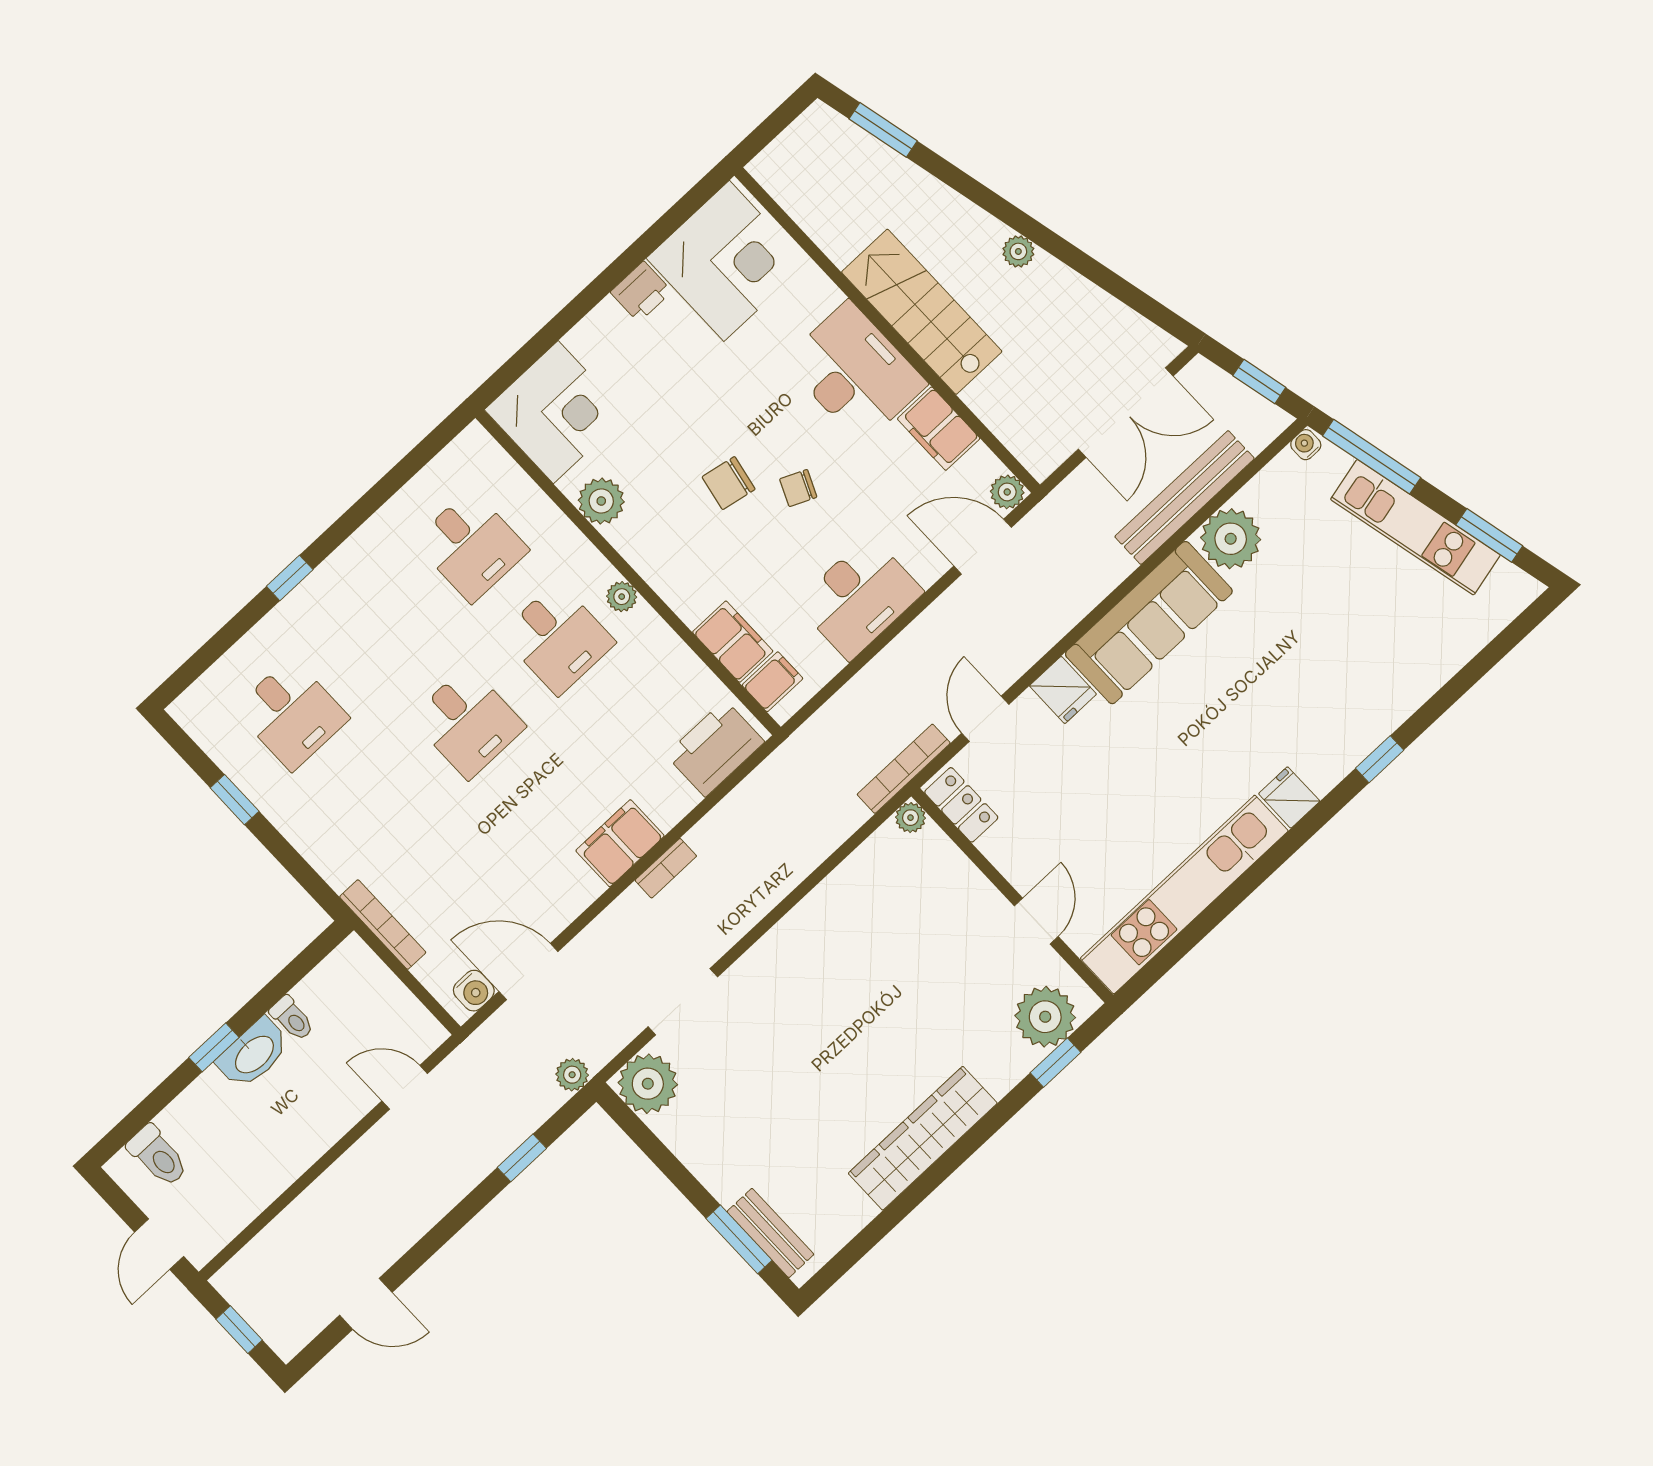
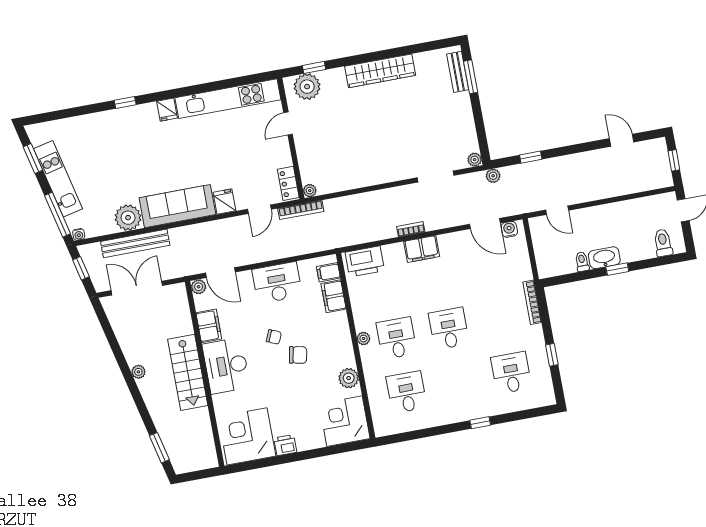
bookcase: (383, 925) -> (532, 302), moved
plant: (648, 1084) -> (475, 160), width x0.53, depth x0.53

